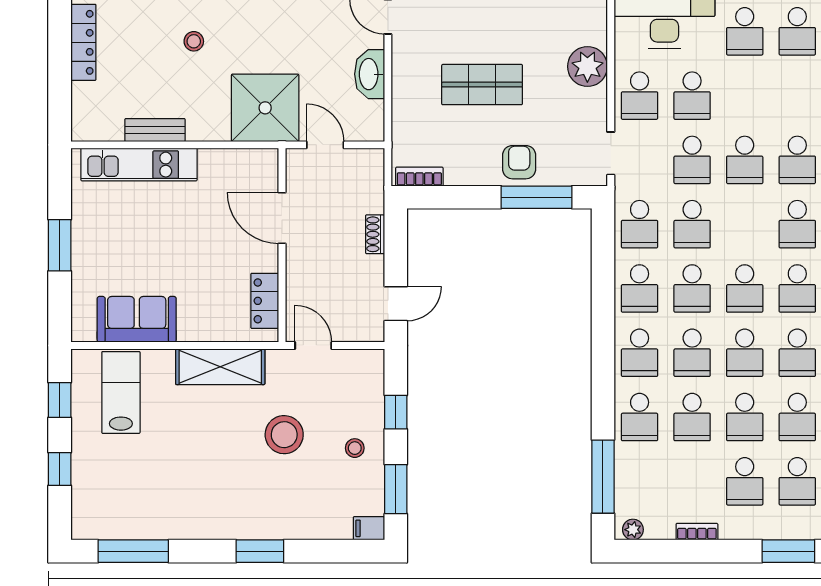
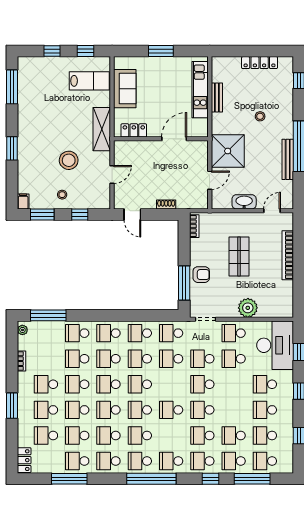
door: (282, 218) -> (174, 139), moved
wall: (282, 245) -> (161, 139), moved
locker: (265, 301) -> (134, 130), moved

